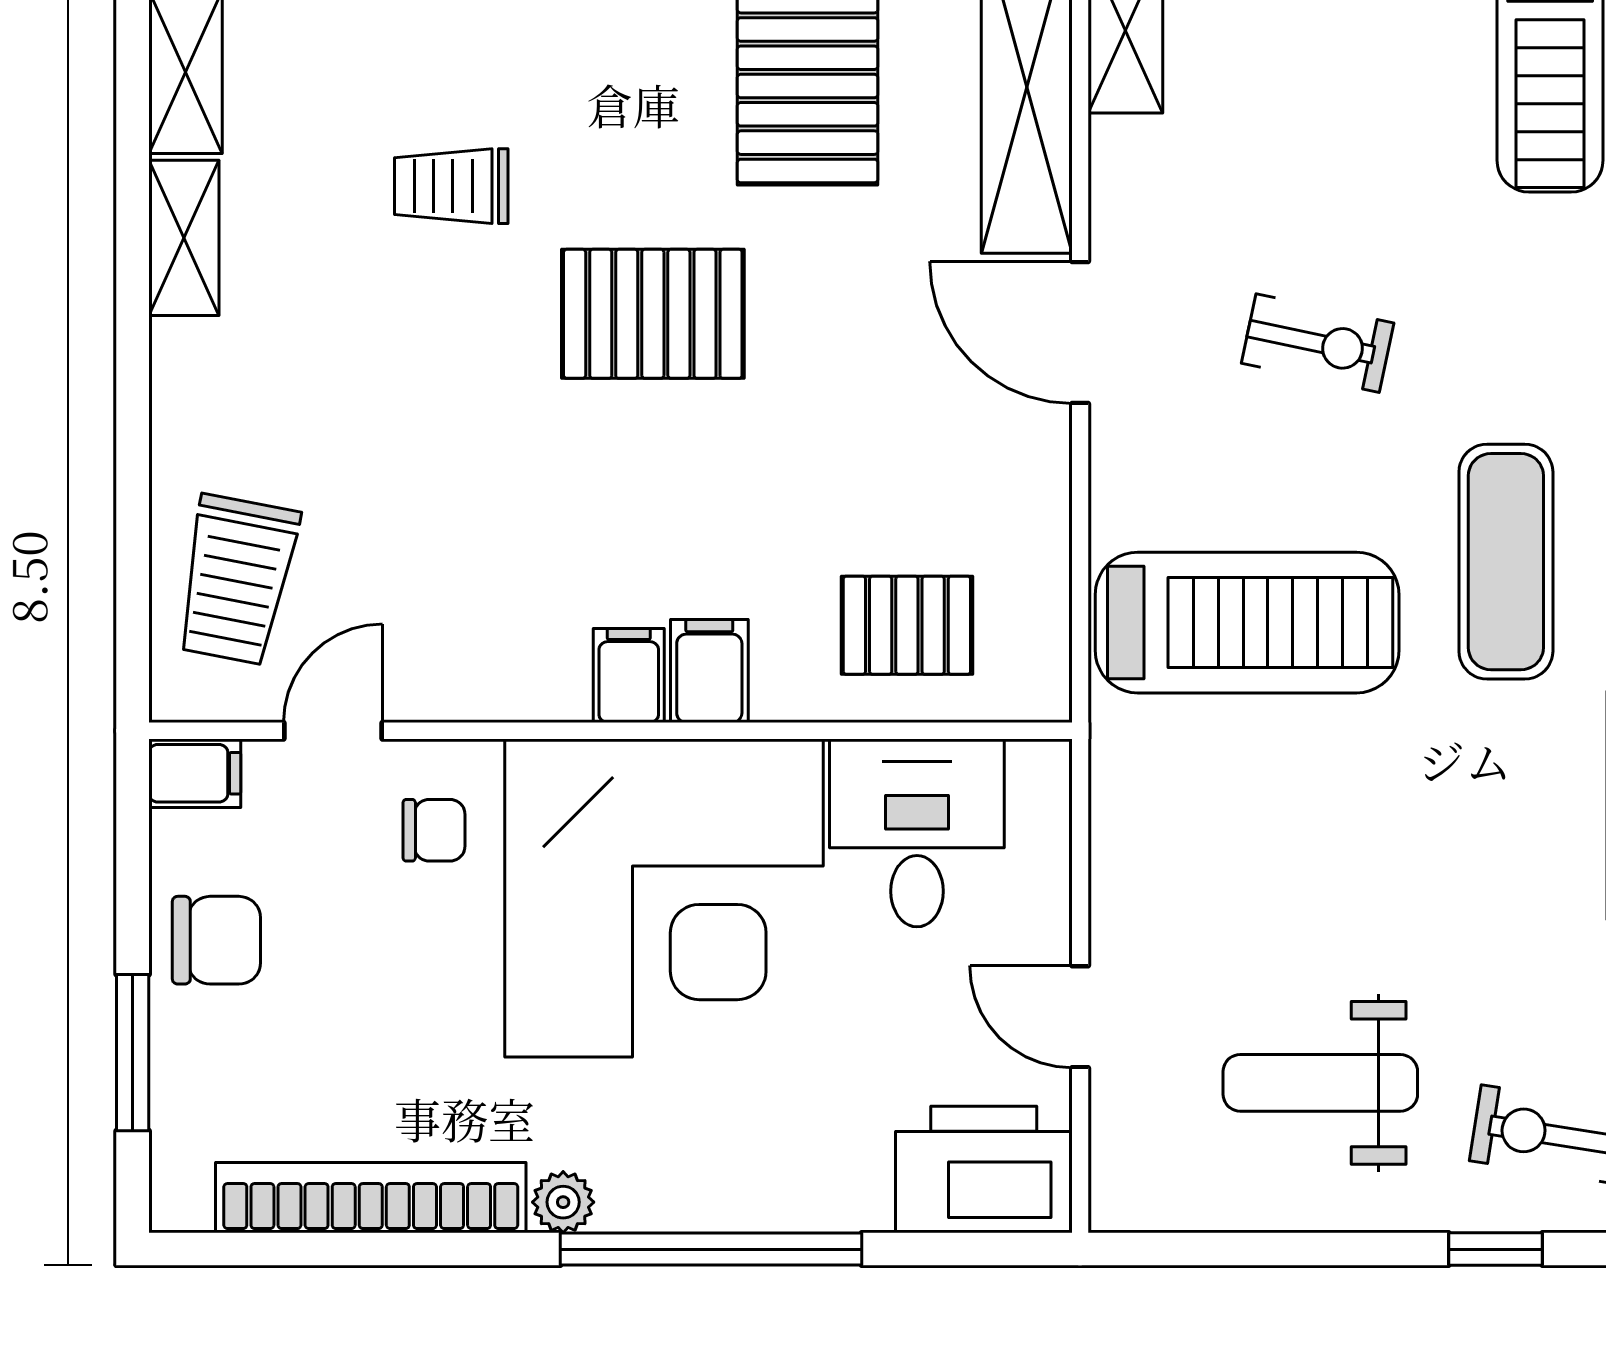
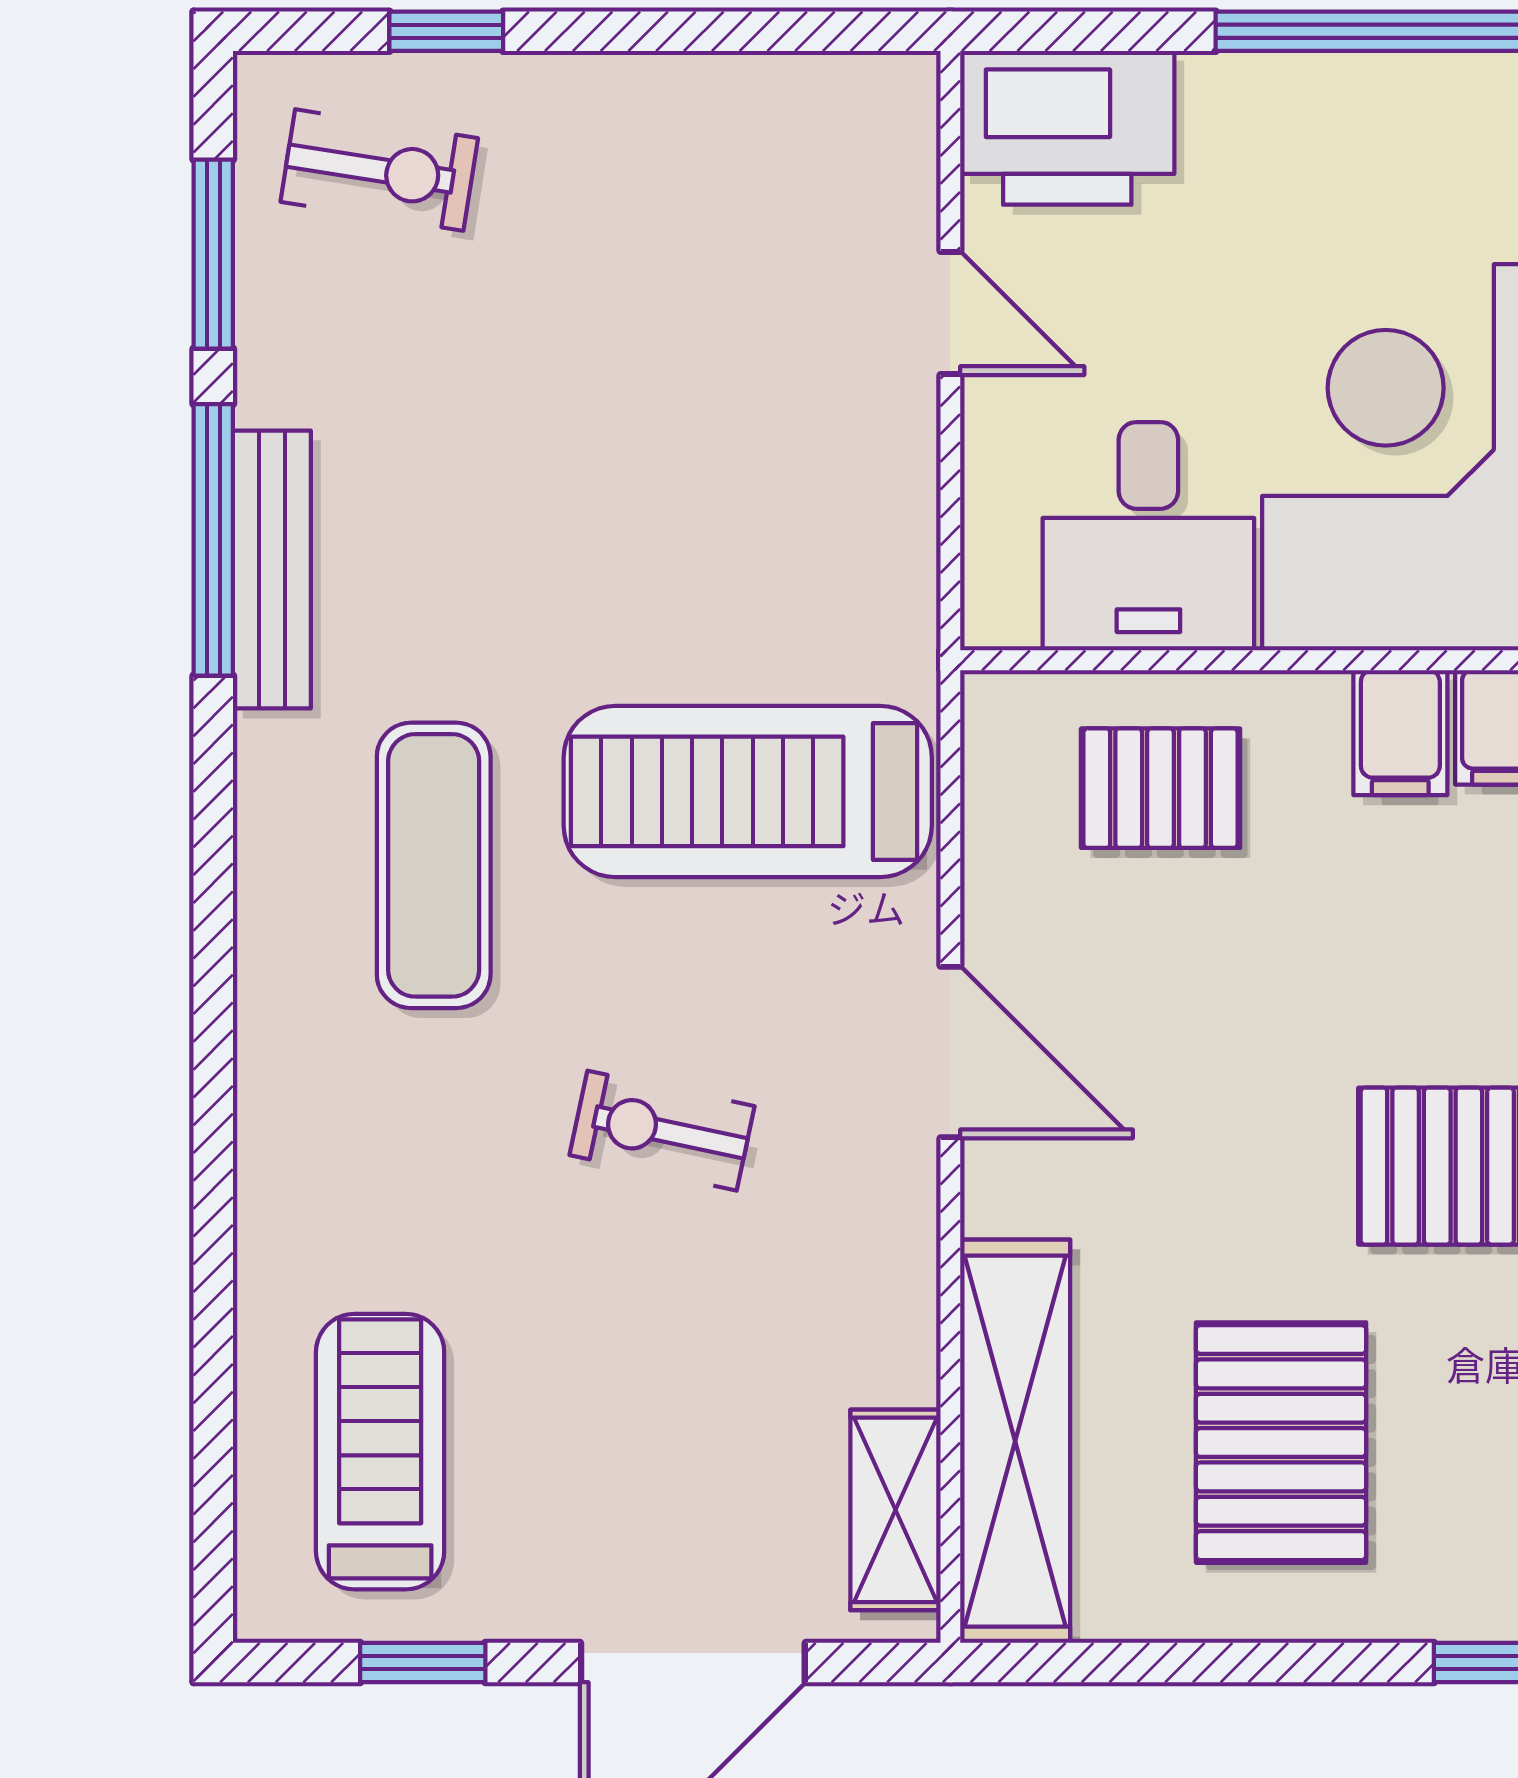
door: (1080, 333) -> (950, 1052), moved
weight bench: (1320, 1083) -> (659, 233), removed

